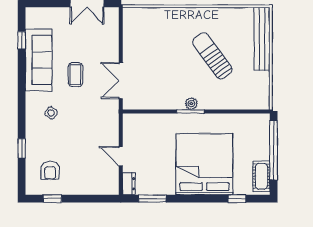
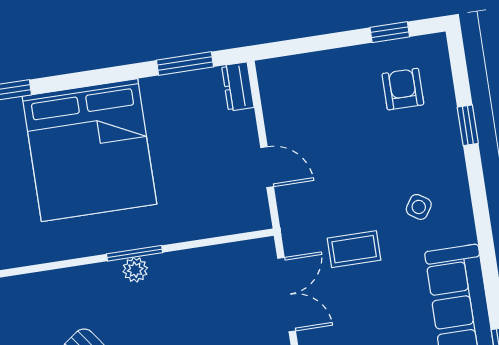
coffee table: (75, 75) -> (354, 249), moved, turned 90
door: (121, 156) -> (267, 167), moved

